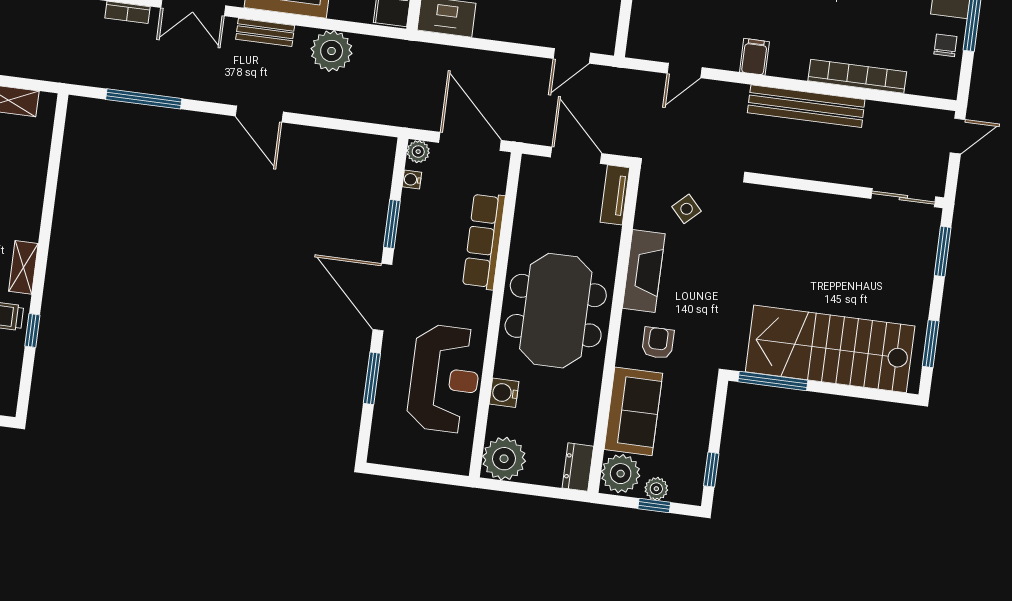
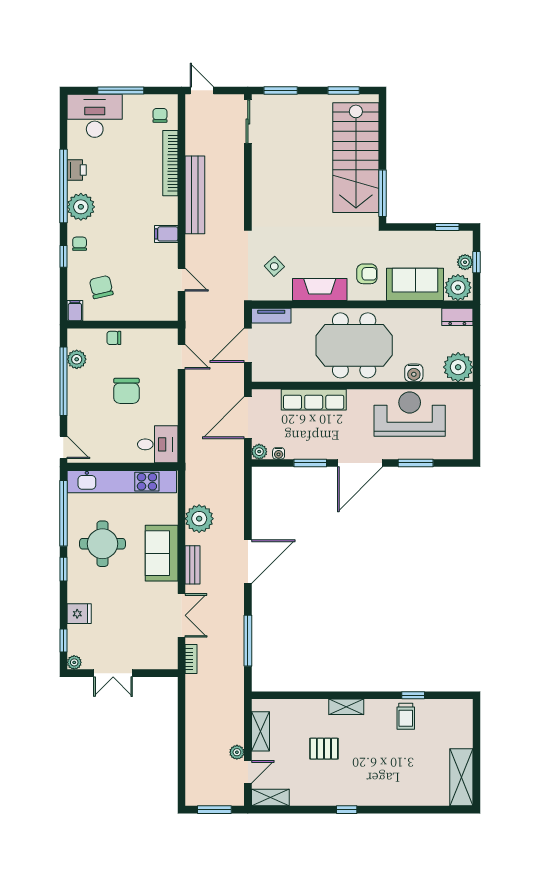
chair: (945, 45) -> (160, 115), moved, turned 90
door: (259, 114) -> (248, 562), width x1.36
shelving: (23, 267) -> (346, 707), moved
armchair: (658, 343) -> (367, 274), turned 180

